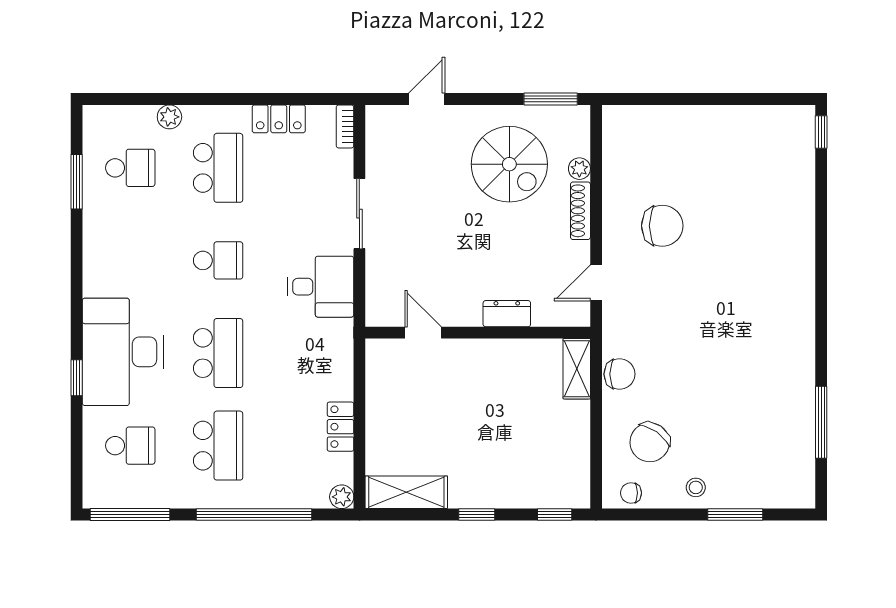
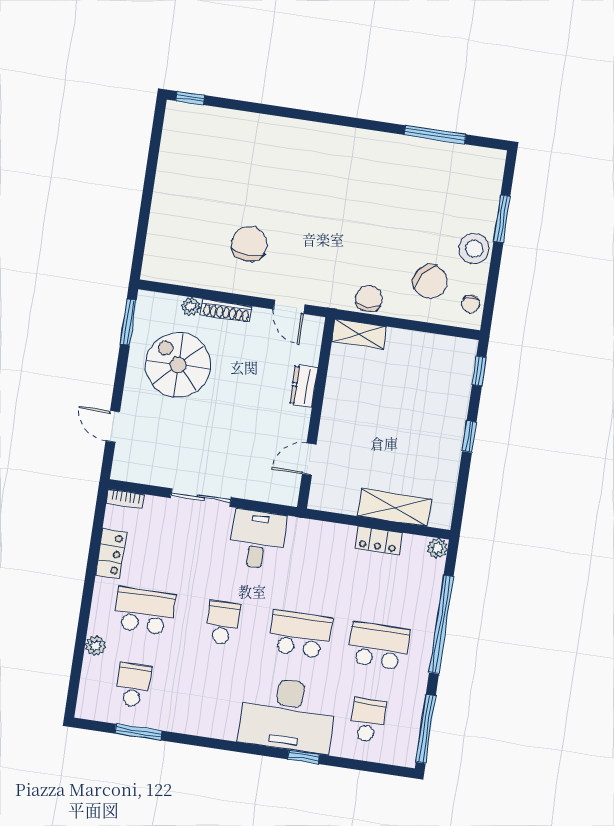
spiral stairs: (509, 164) -> (178, 365), turned -90
stool: (696, 487) -> (474, 249), width x1.89, depth x1.89
shelving: (406, 492) -> (394, 507), moved, turned 90

